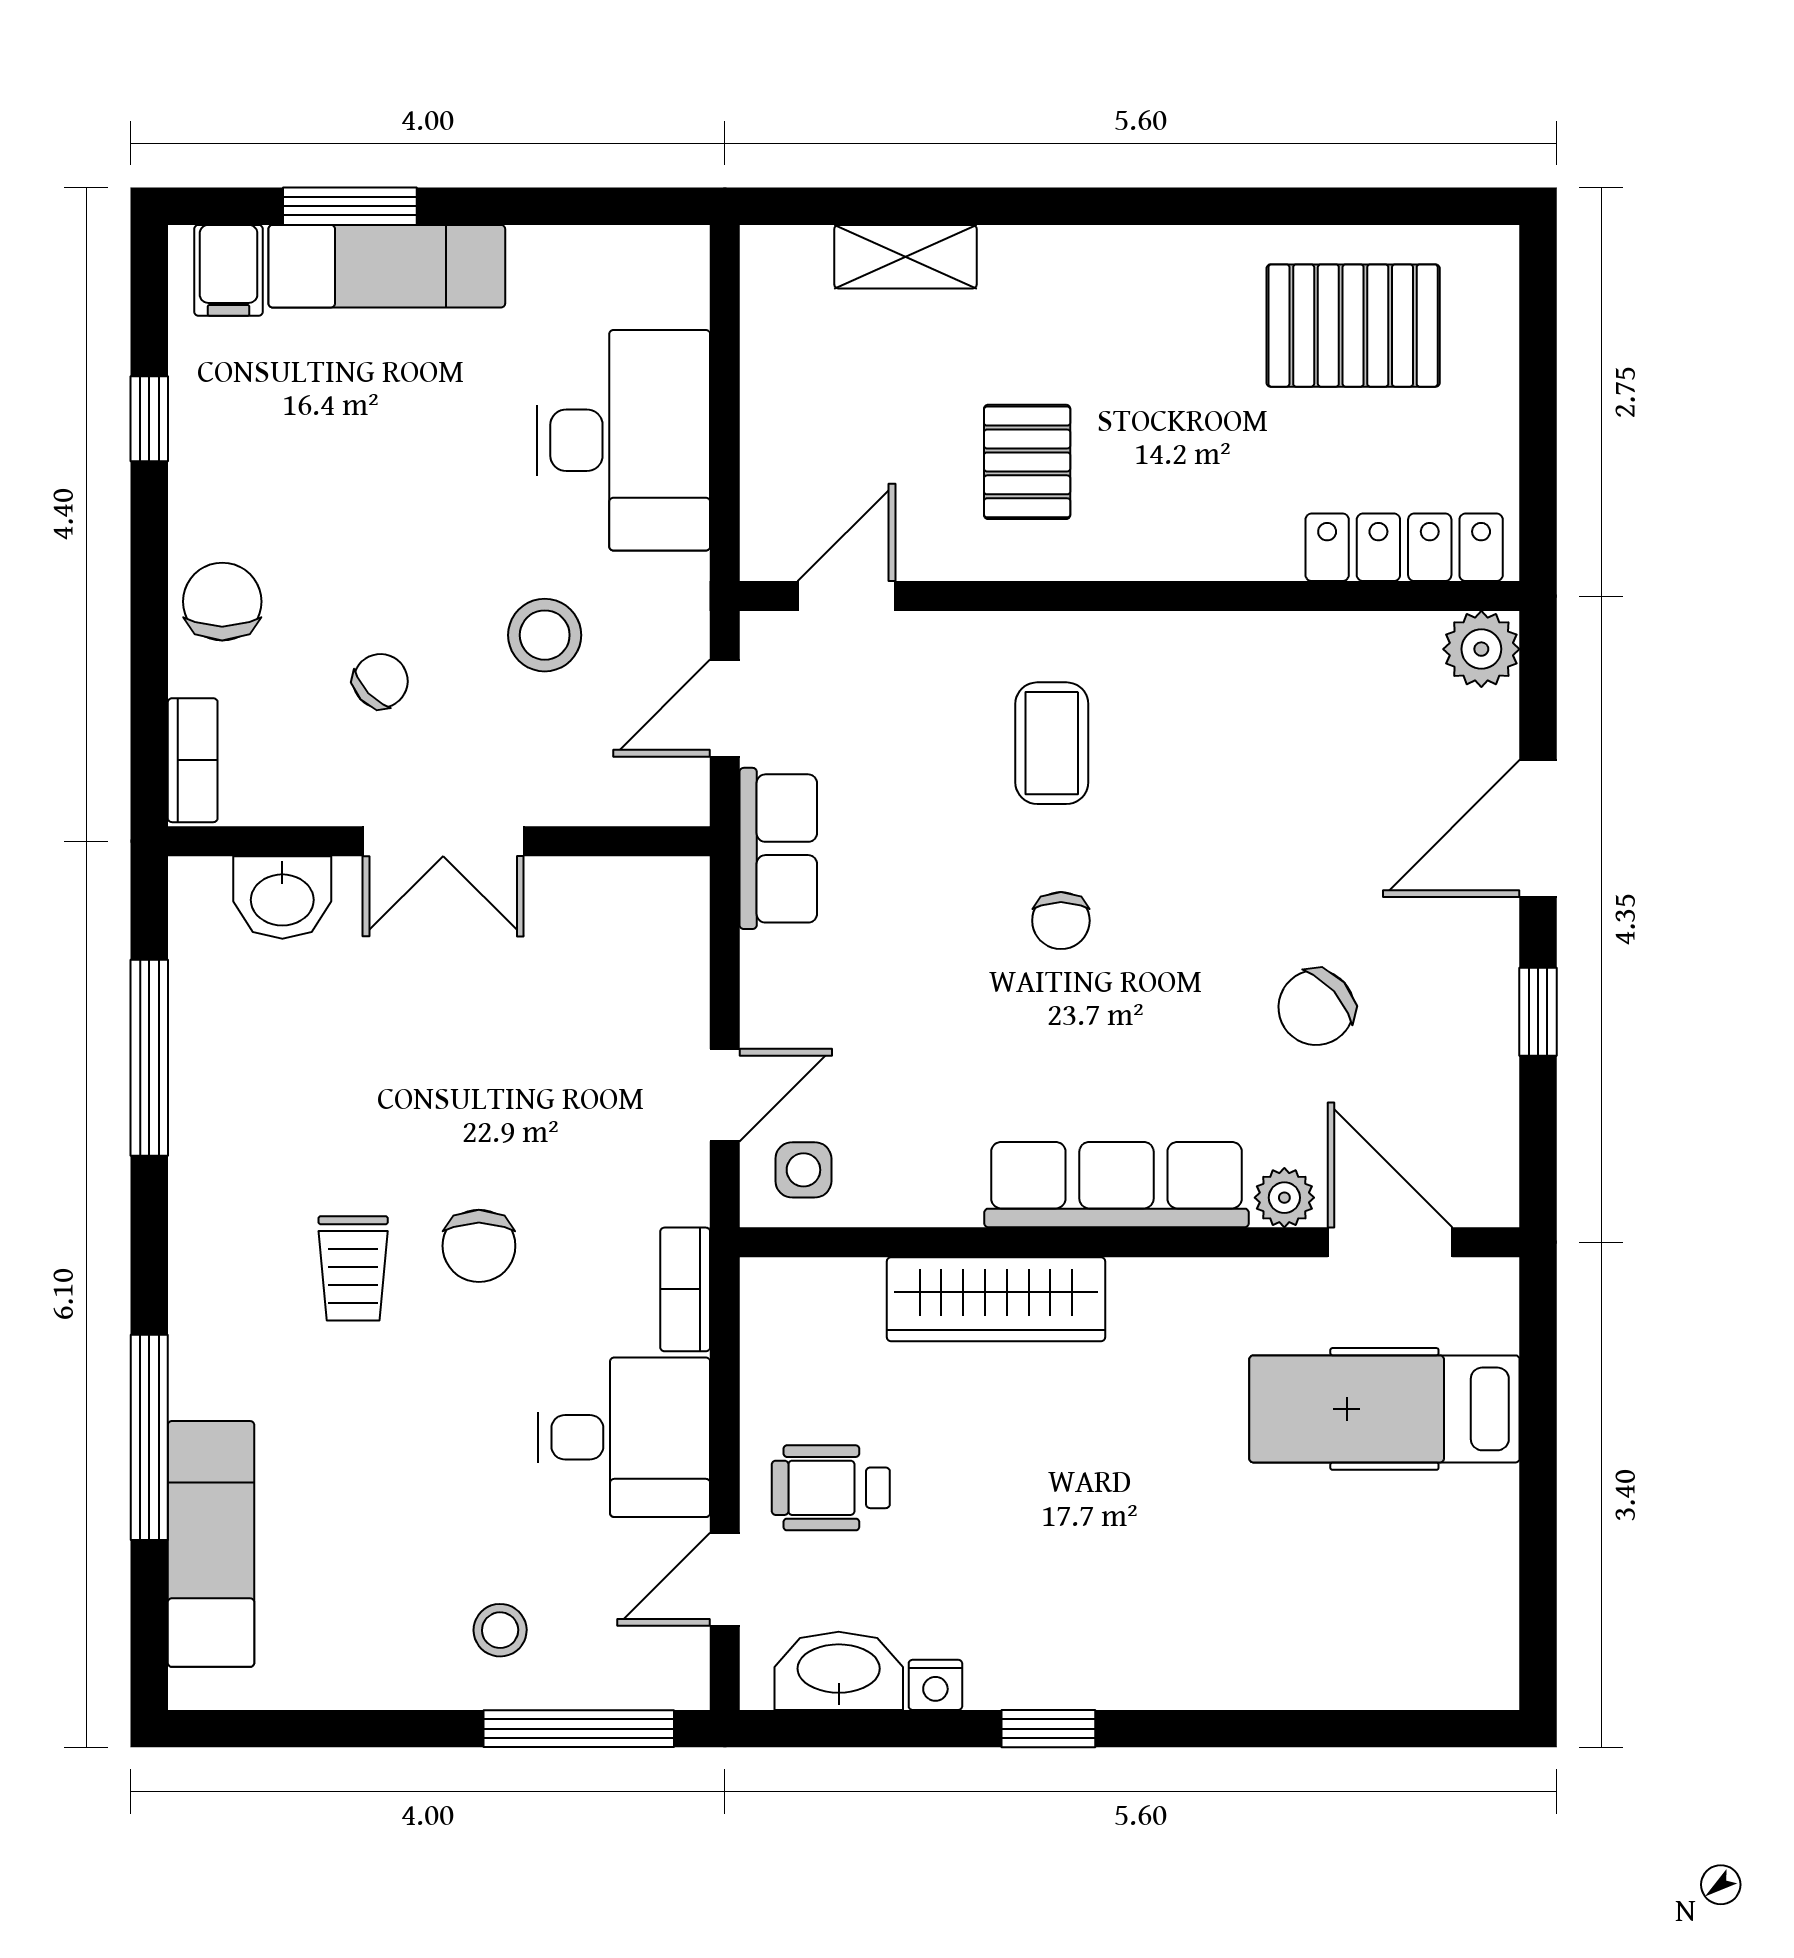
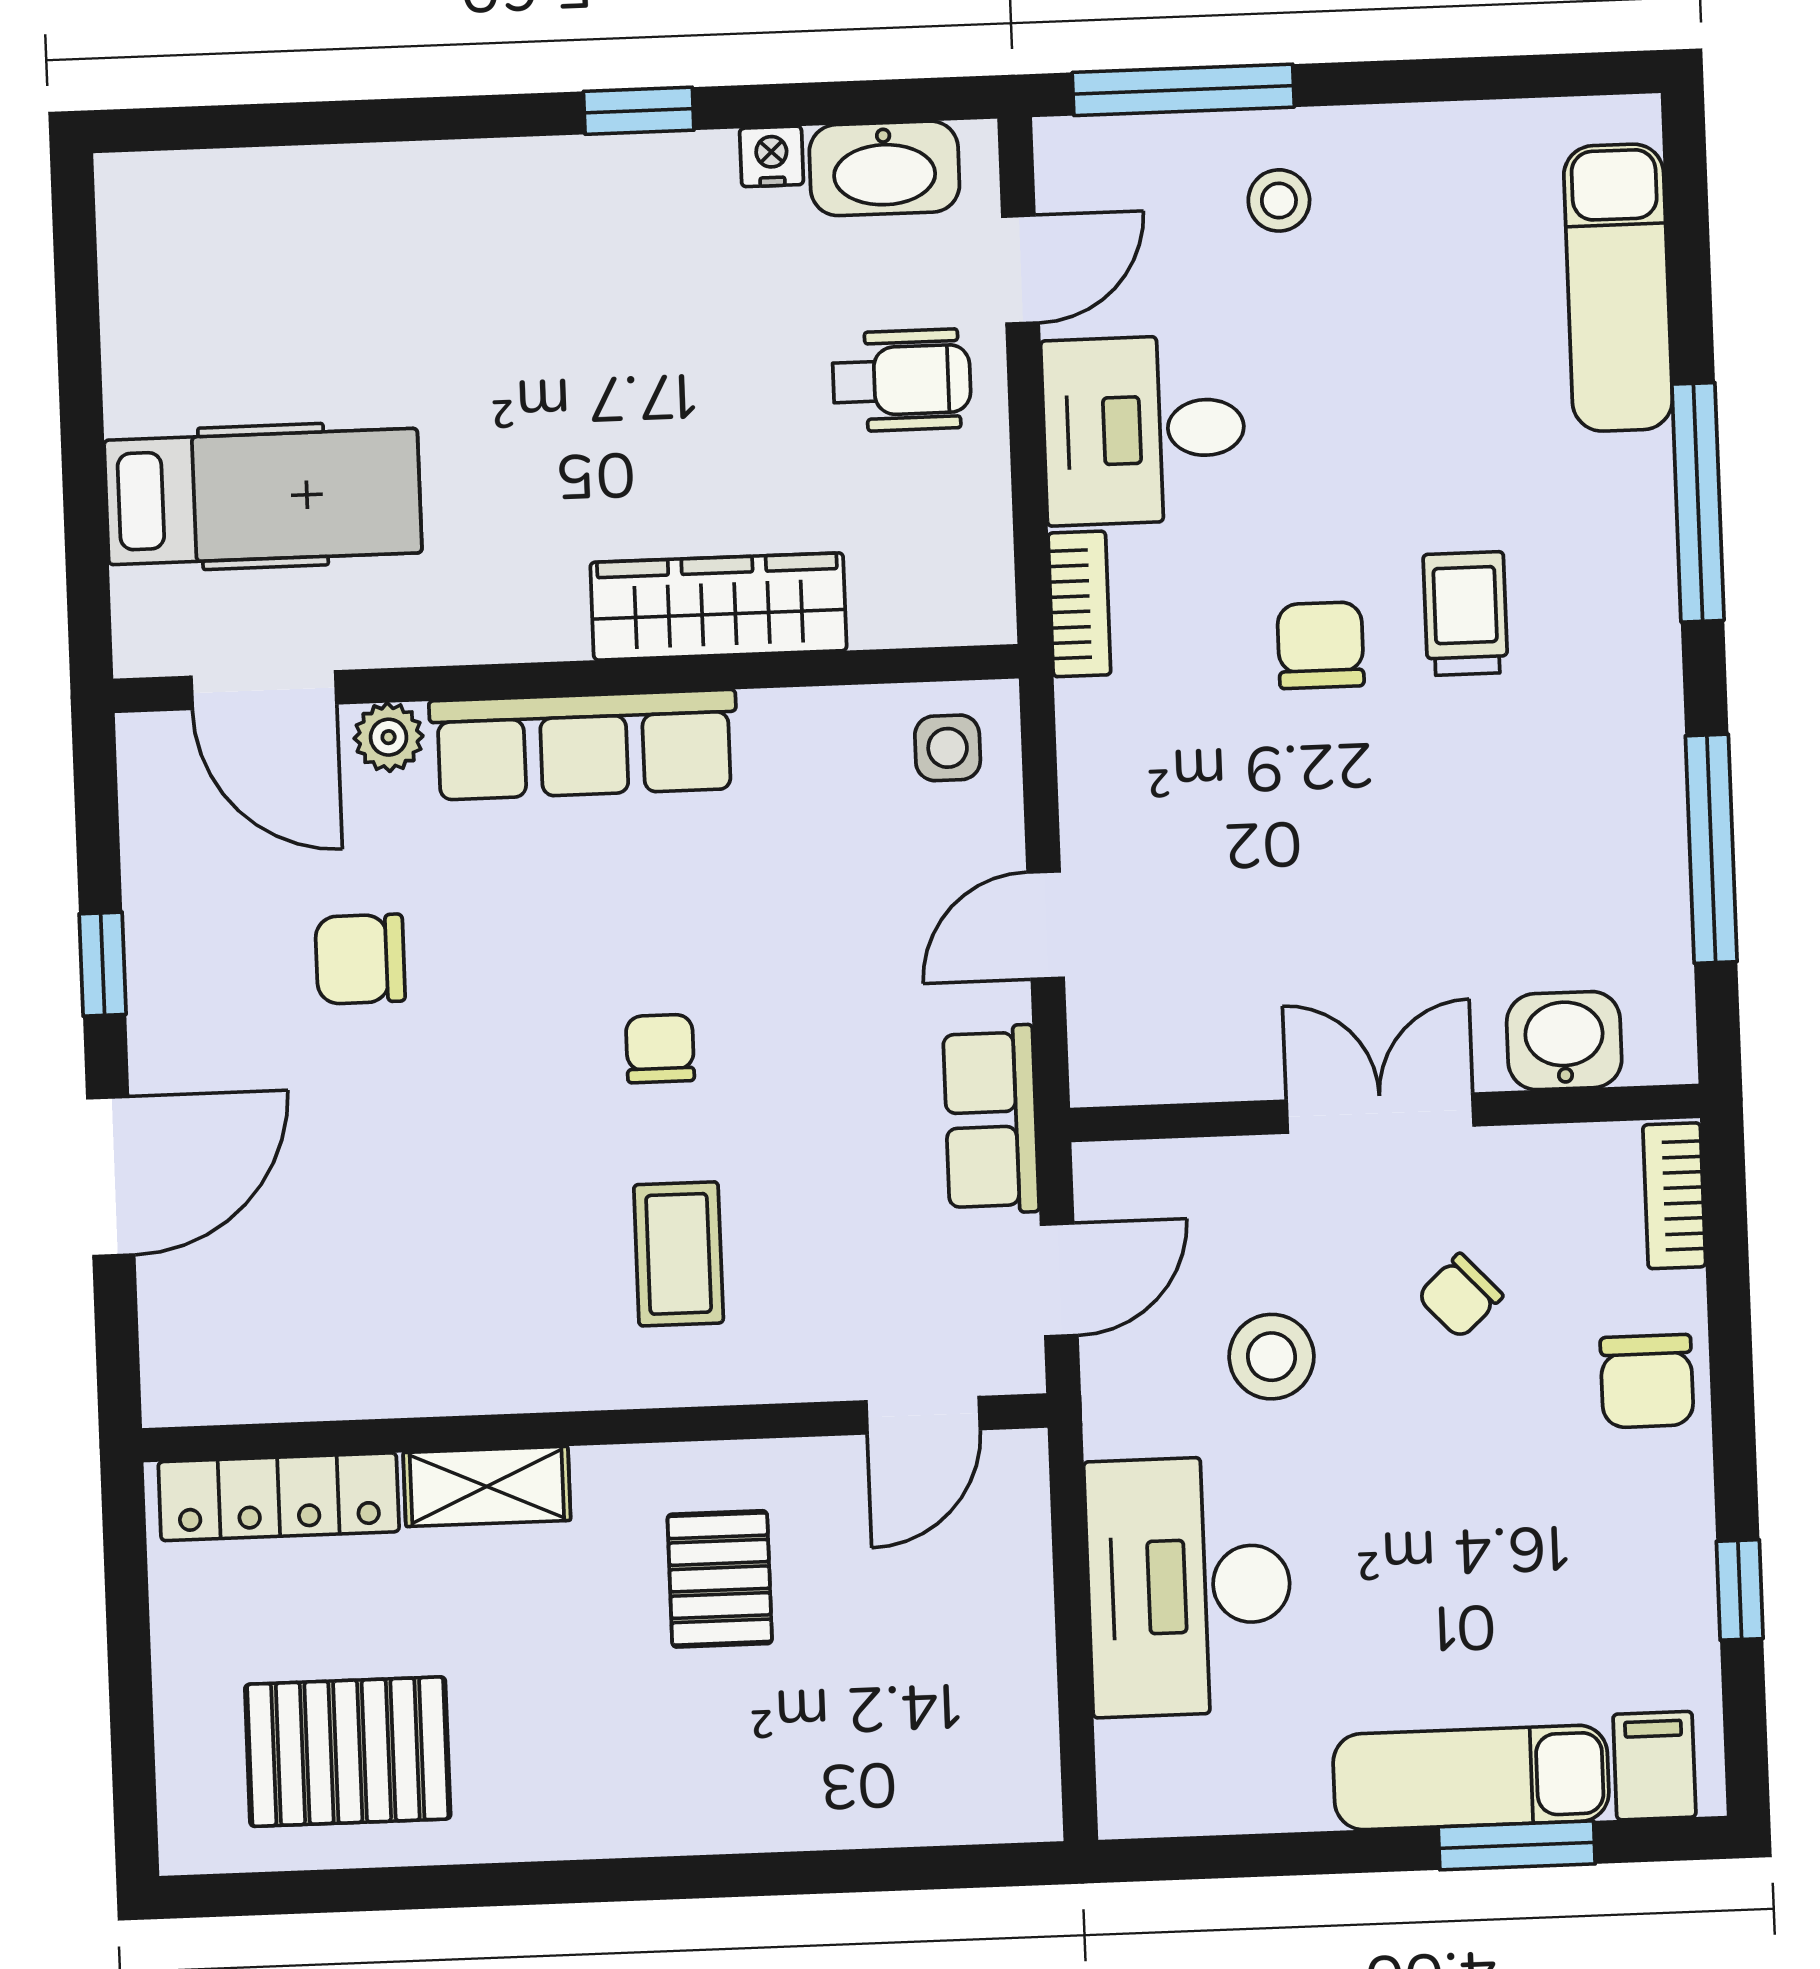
shelving: (906, 257) -> (487, 1486), moved
plant: (1481, 649) -> (185, 1382), removed
chair: (1316, 1007) -> (360, 959), turned -138
door: (725, 1095) -> (1046, 925), moved
window: (149, 1437) -> (1698, 502), moved

